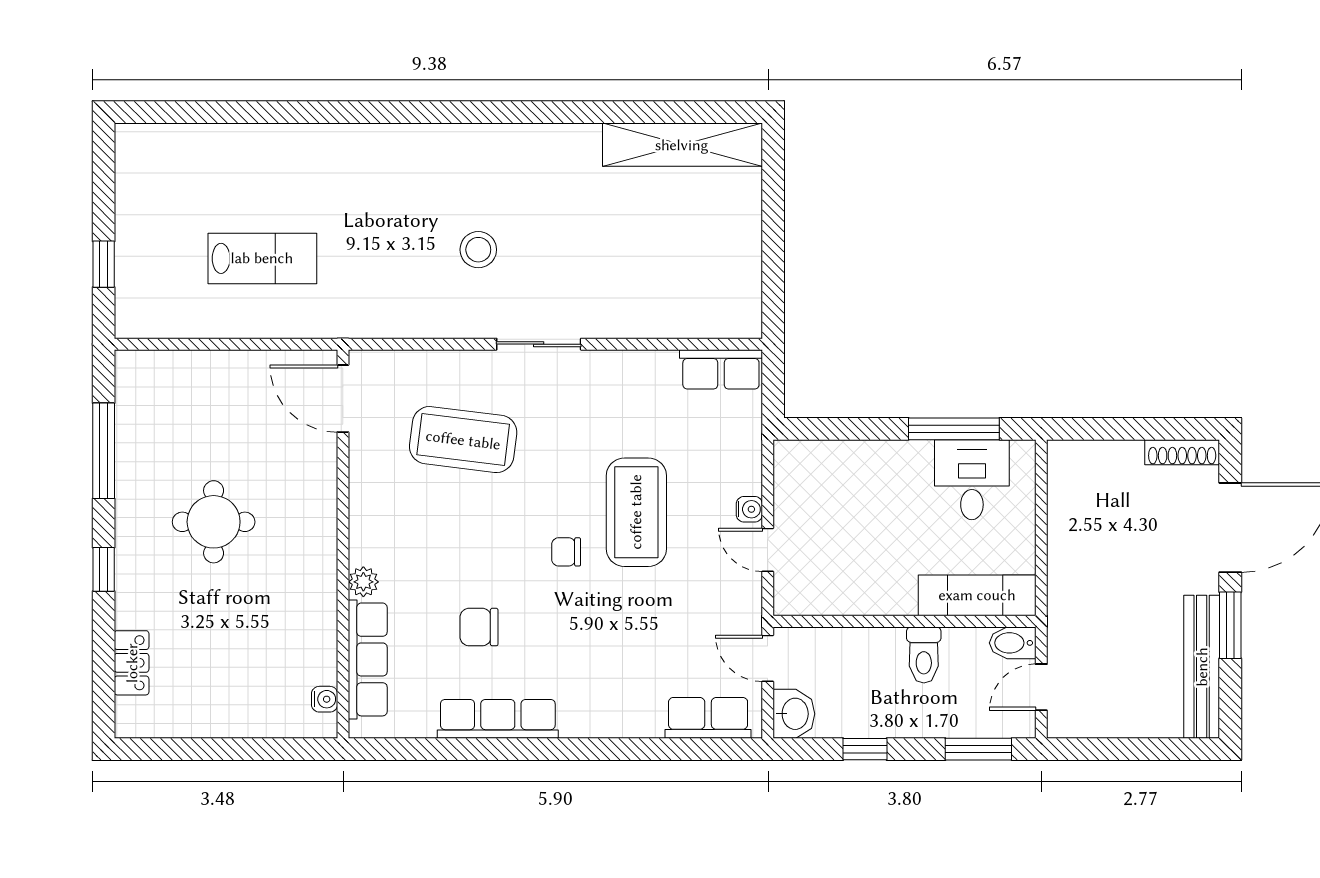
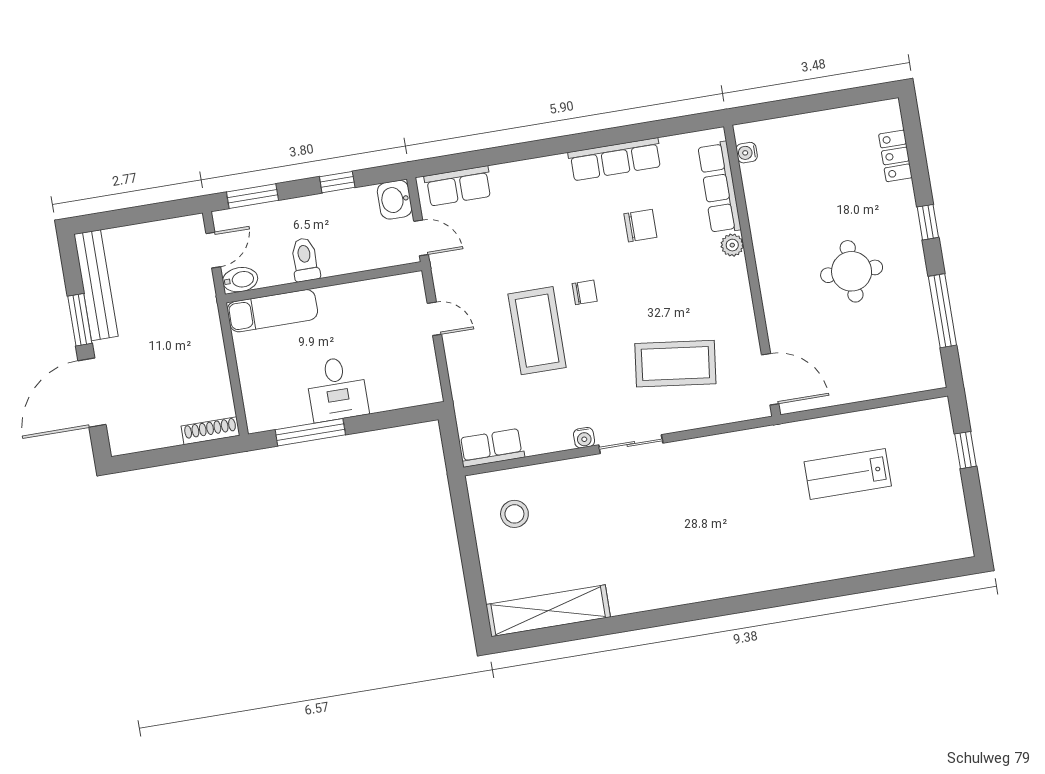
stool: (478, 250) -> (514, 514), moved
shoe rack: (1182, 452) -> (210, 431), moved
desk: (972, 480) -> (337, 389), moved
water cooler: (749, 509) -> (584, 438), moved, turned -90

